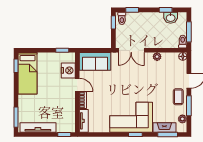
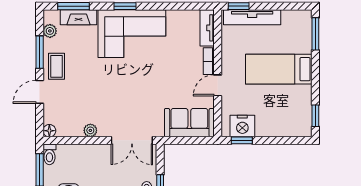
double door: (131, 50) -> (132, 140), swing flipped
nightstand: (68, 70) -> (242, 126), moved, turned -90
bed: (28, 73) -> (279, 69), moved, turned -90
door: (77, 85) -> (218, 85), hinge flipped
tv unit: (38, 128) -> (252, 17), moved

